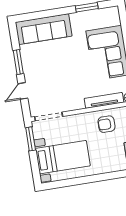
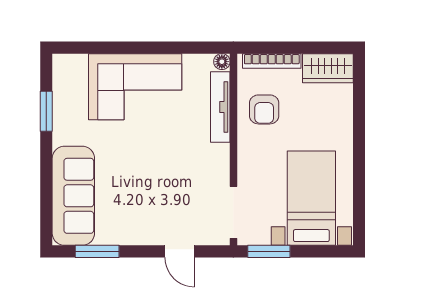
window: (18, 62) -> (97, 251), moved

